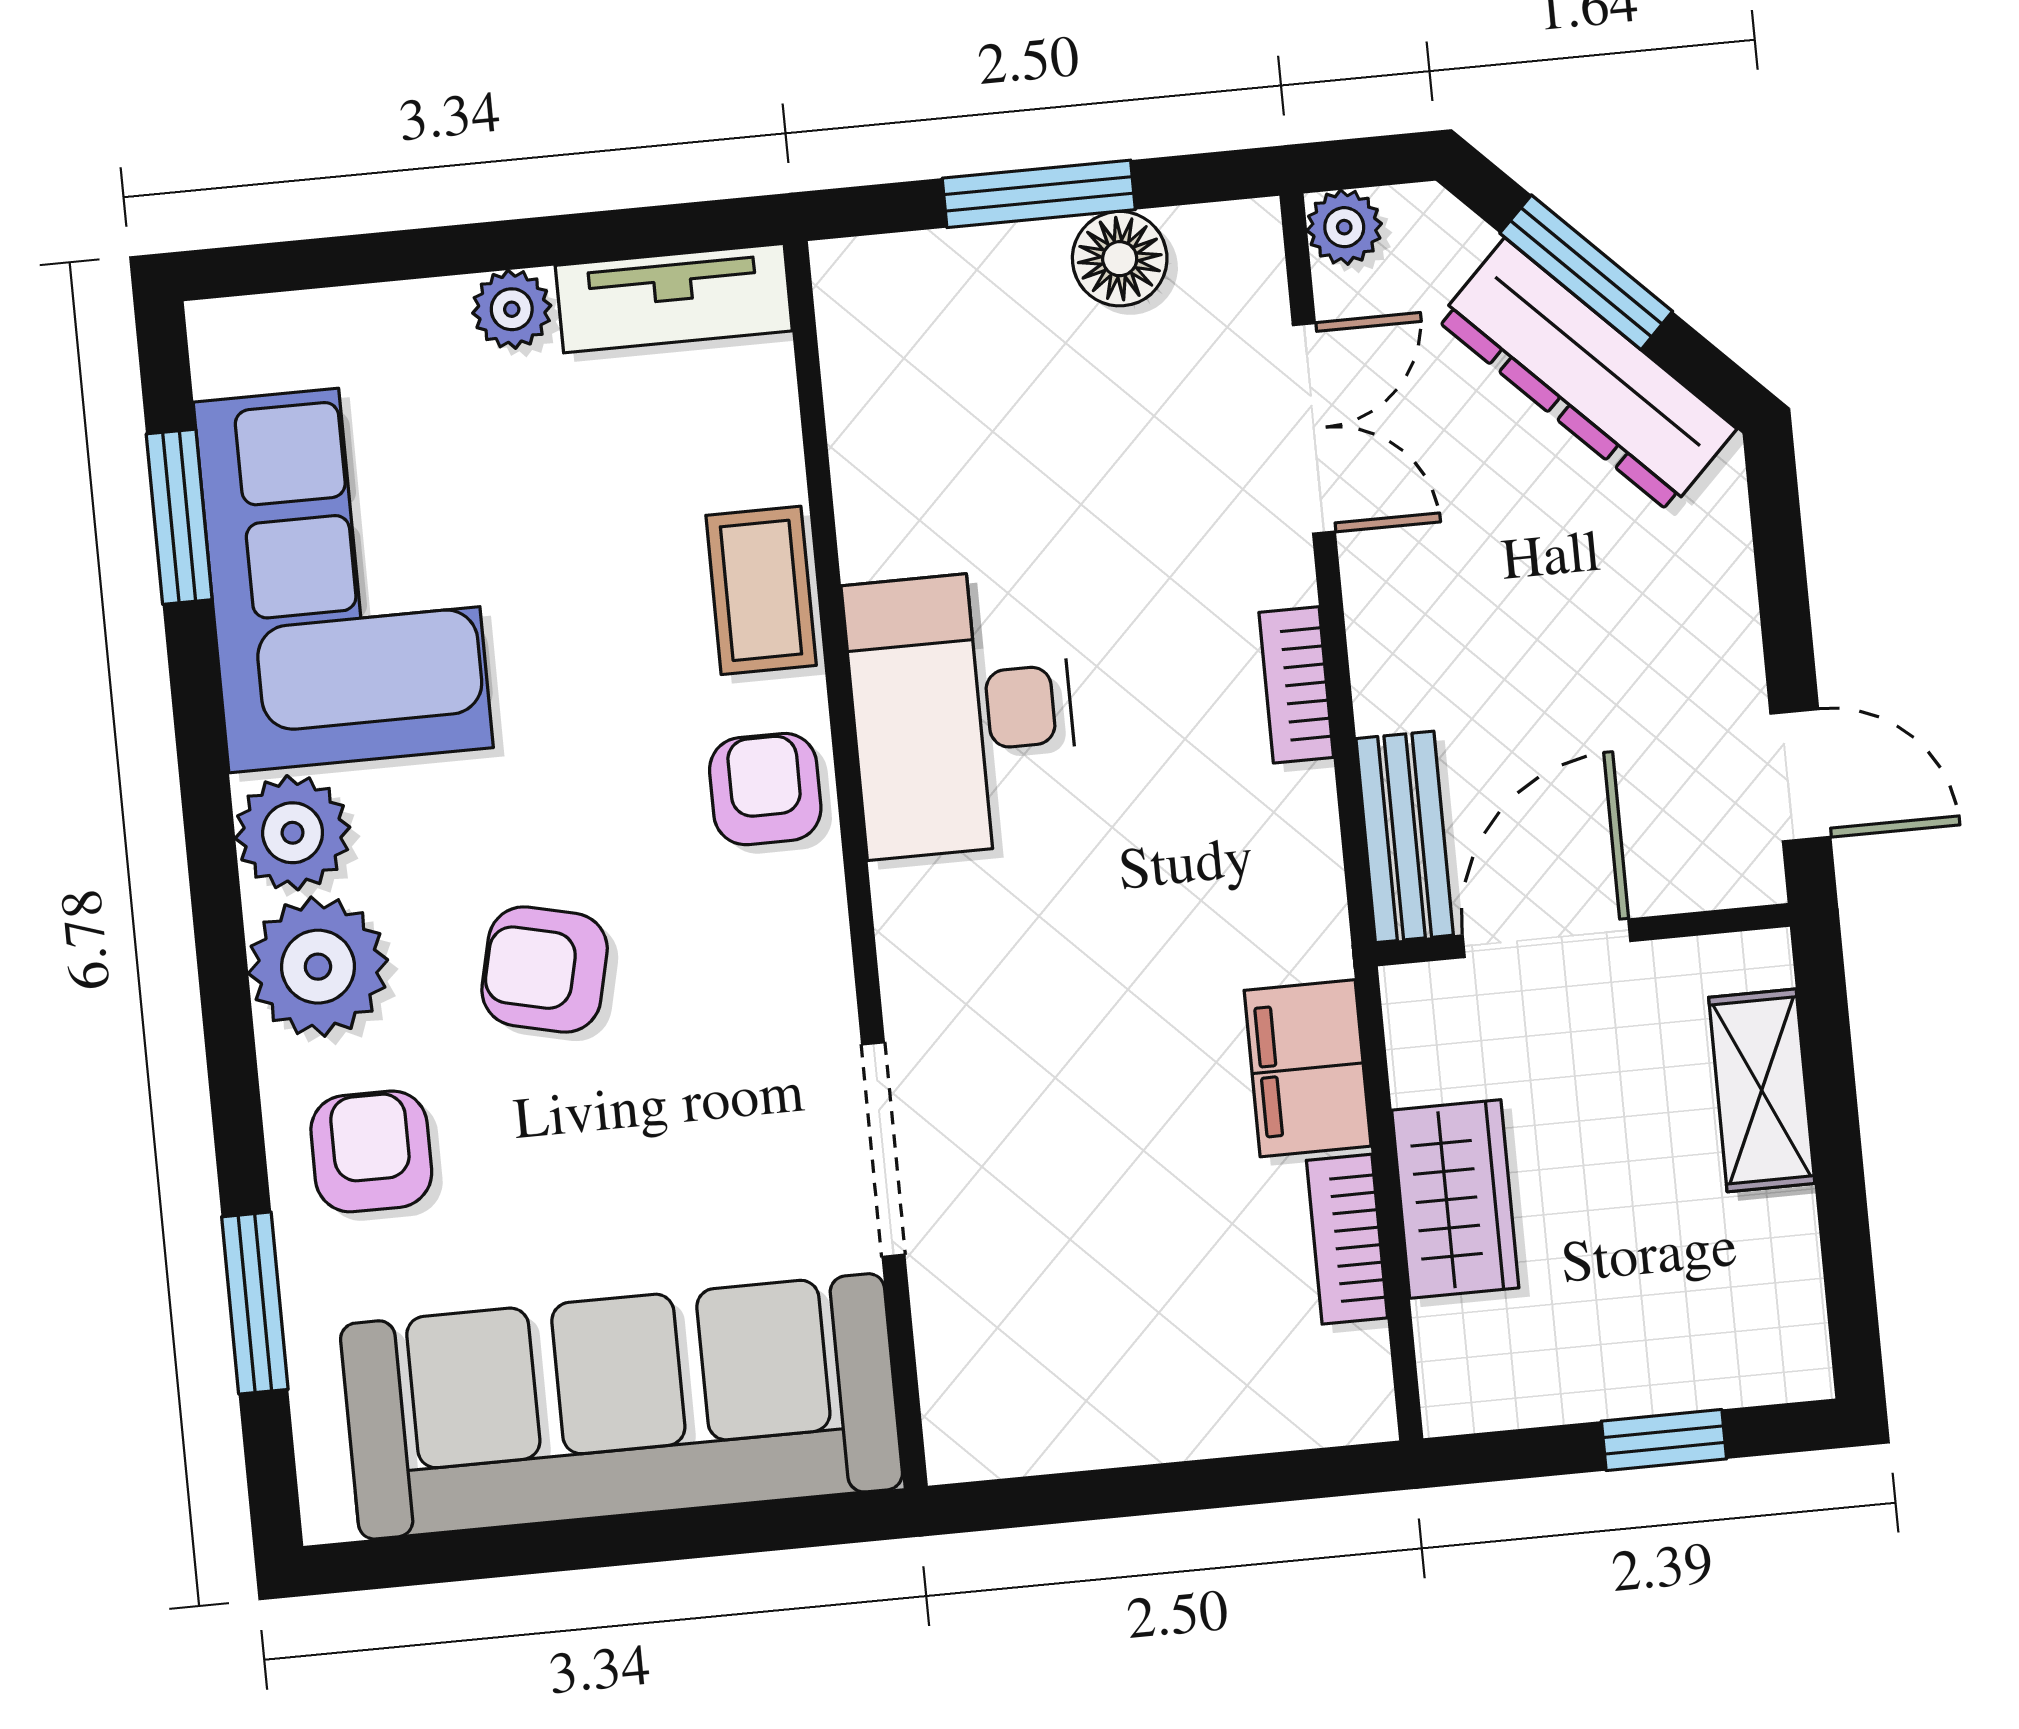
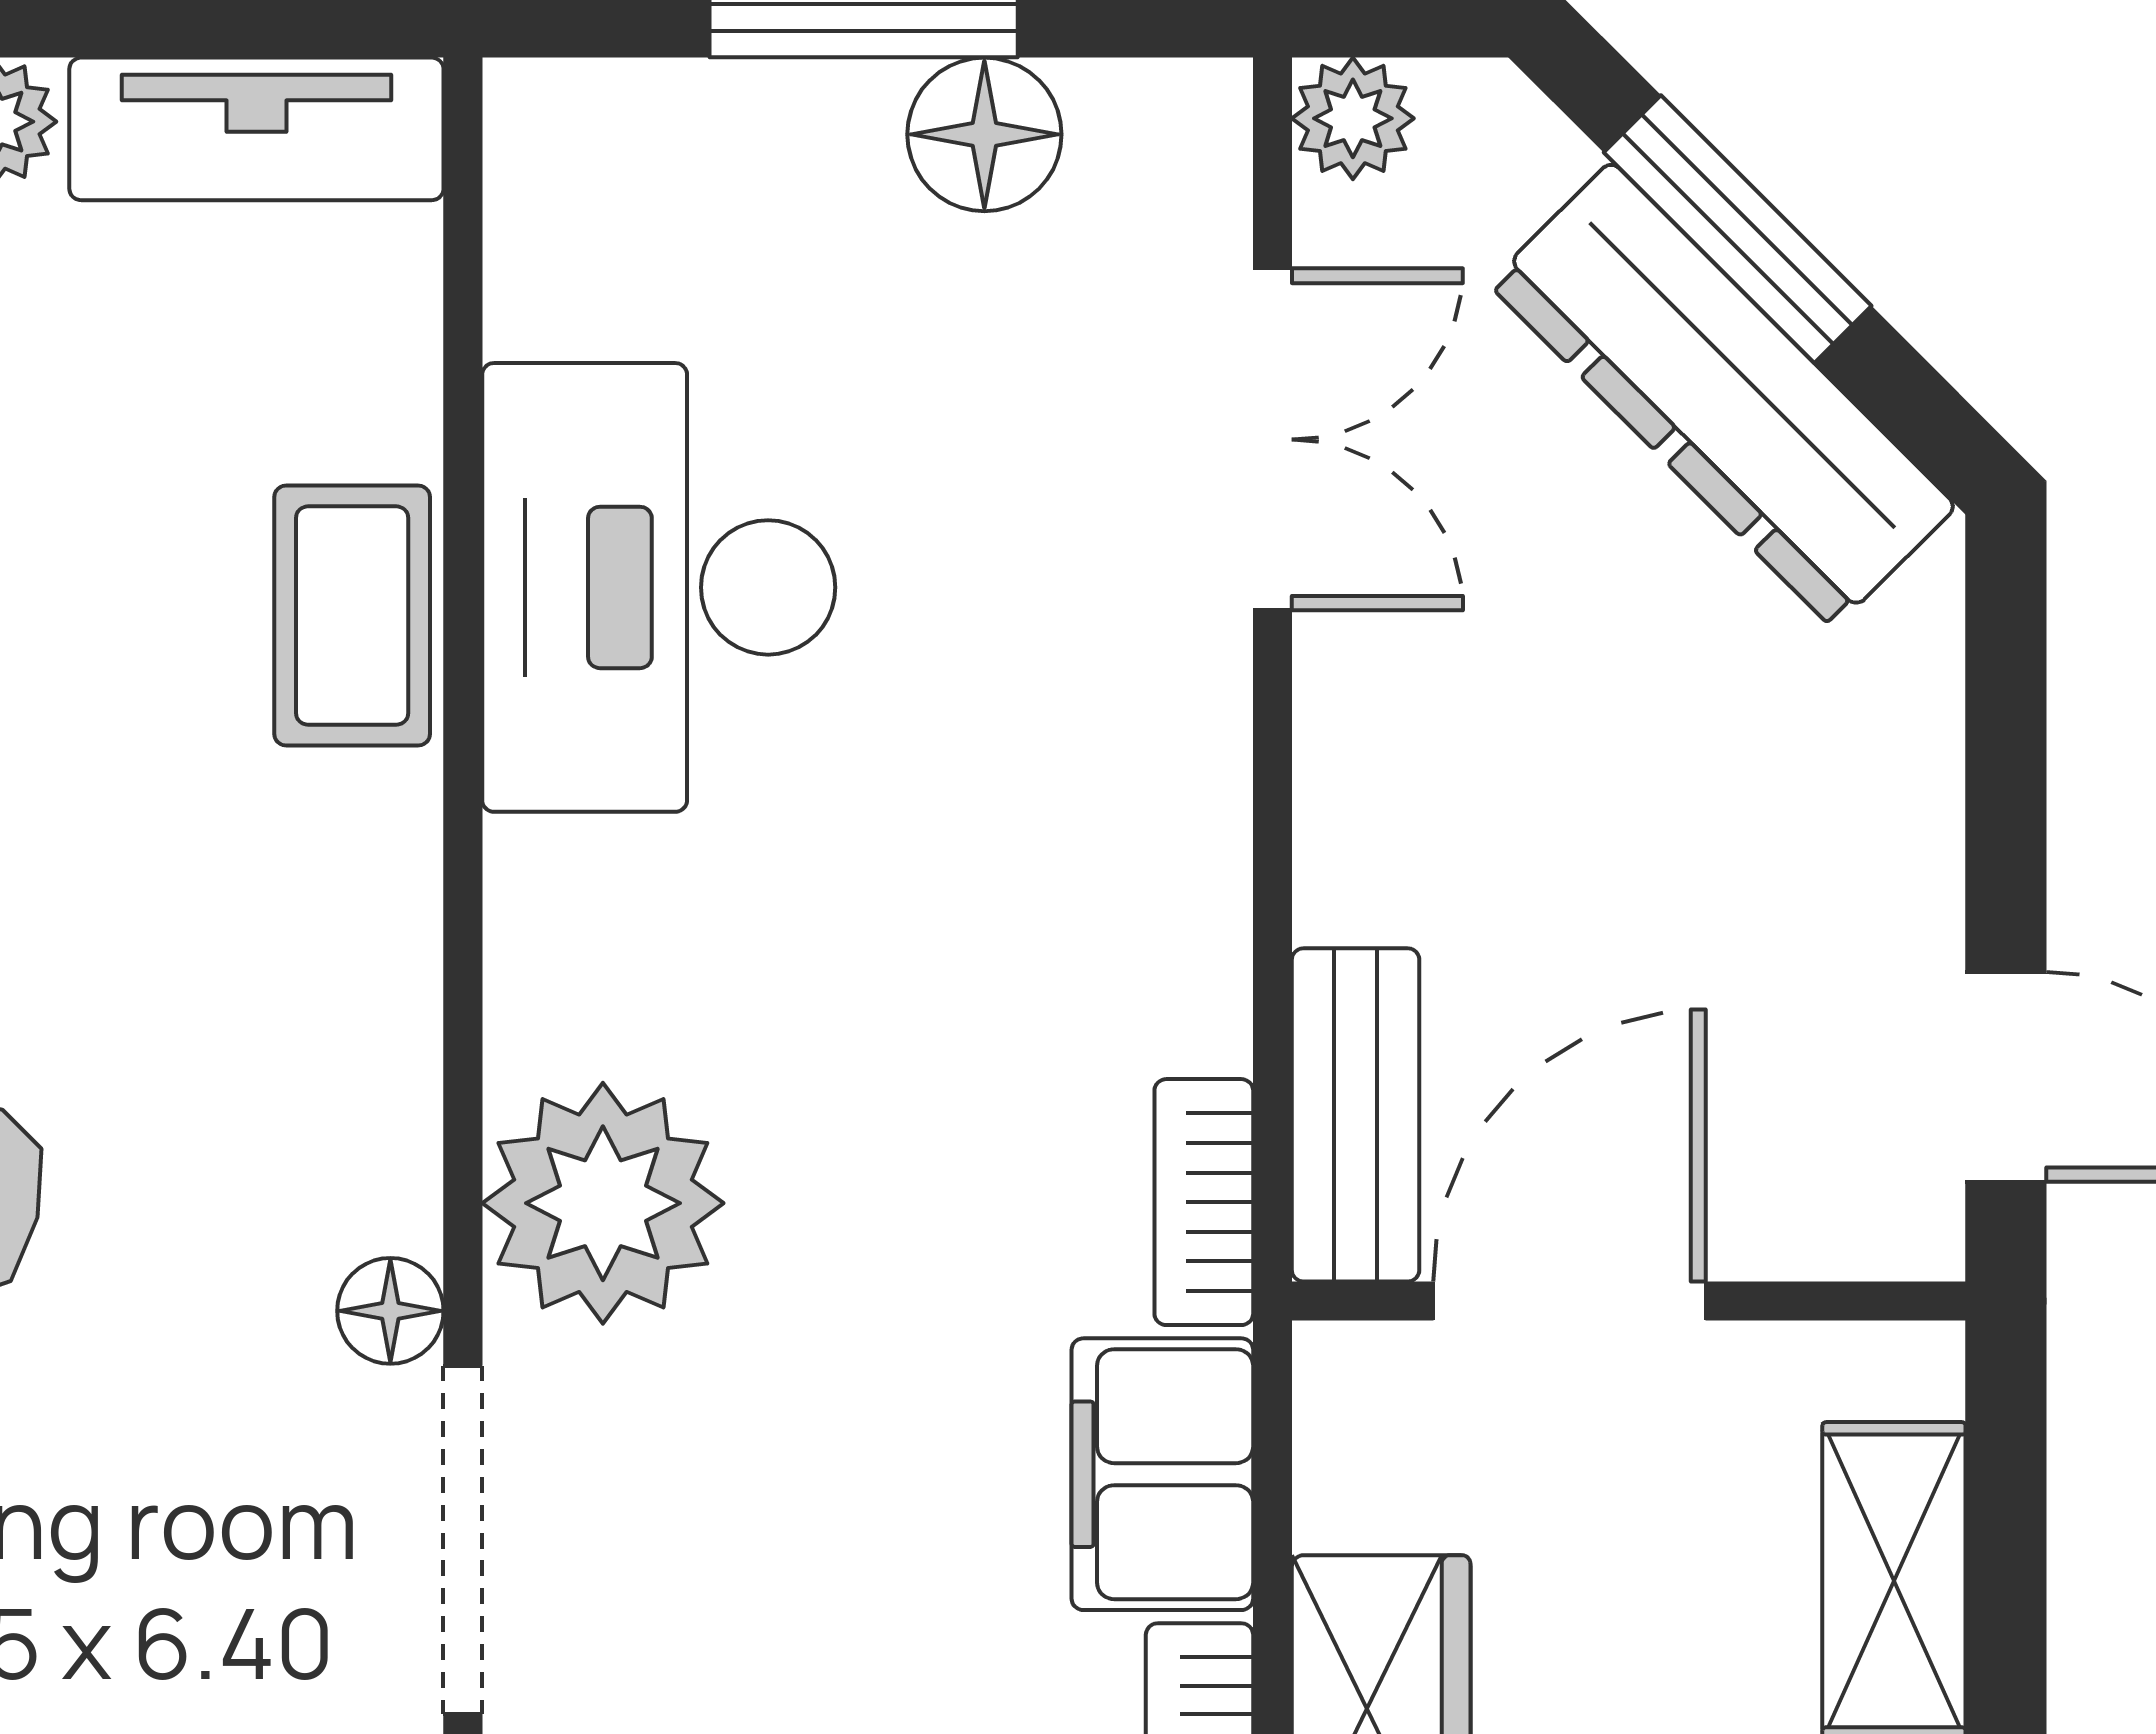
bookcase: (1296, 685) -> (1204, 1202), moved
desk: (962, 713) -> (659, 587), moved
armchair: (765, 789) -> (328, 938), removed
plant: (949, 935) -> (603, 1203), added
floor lamp: (825, 1014) -> (390, 1311), added

